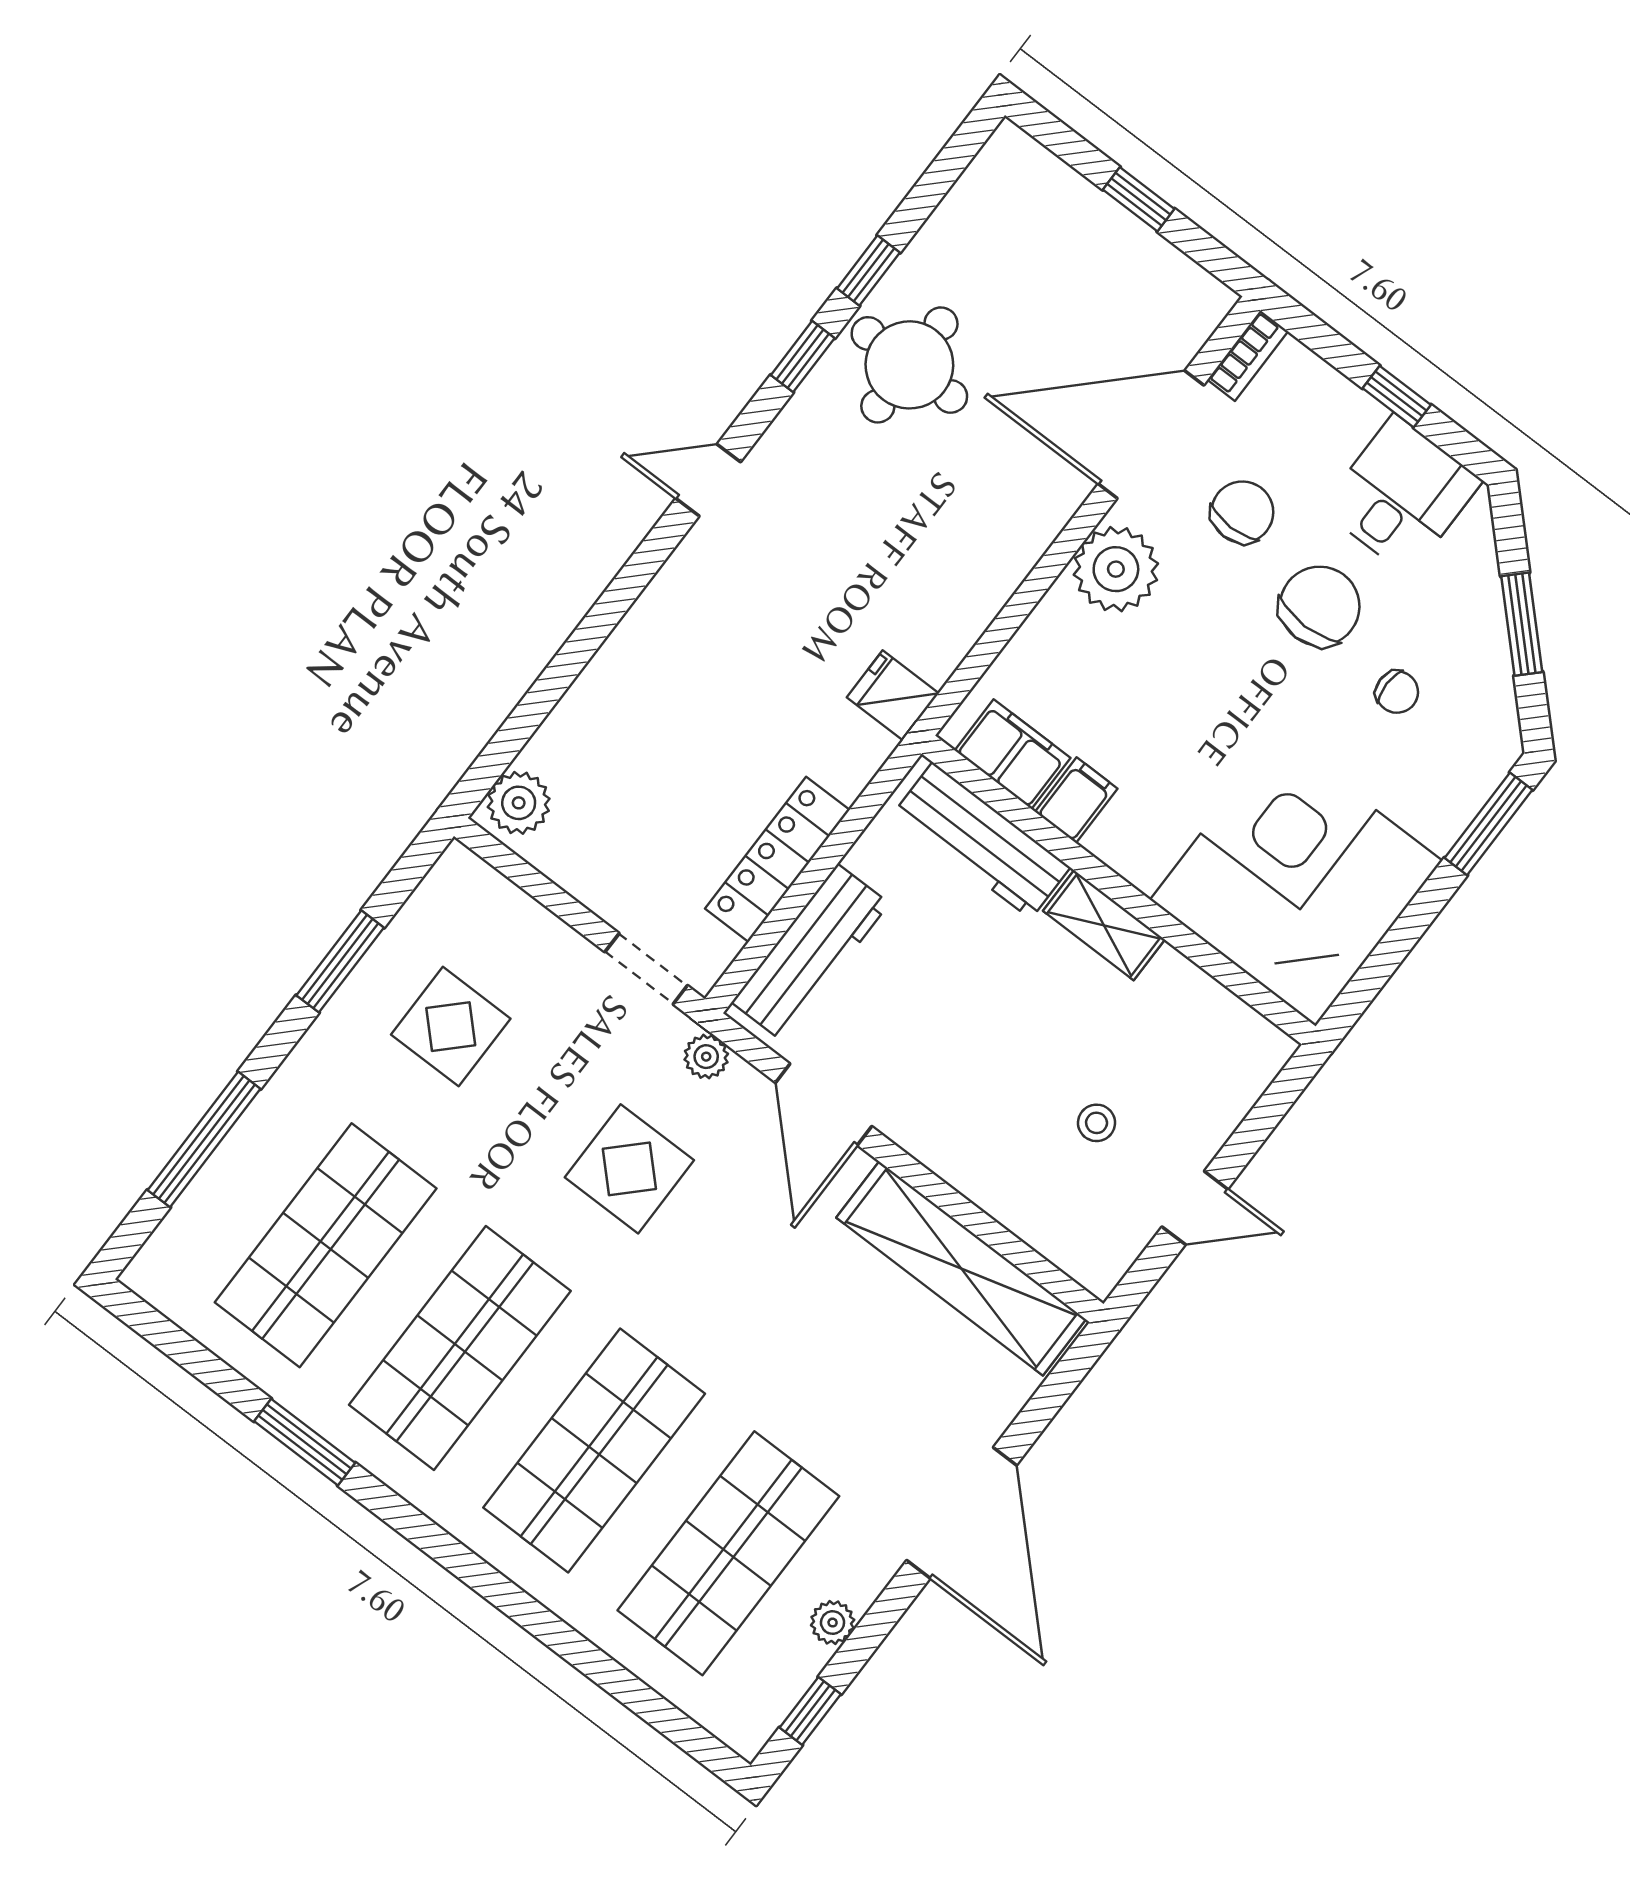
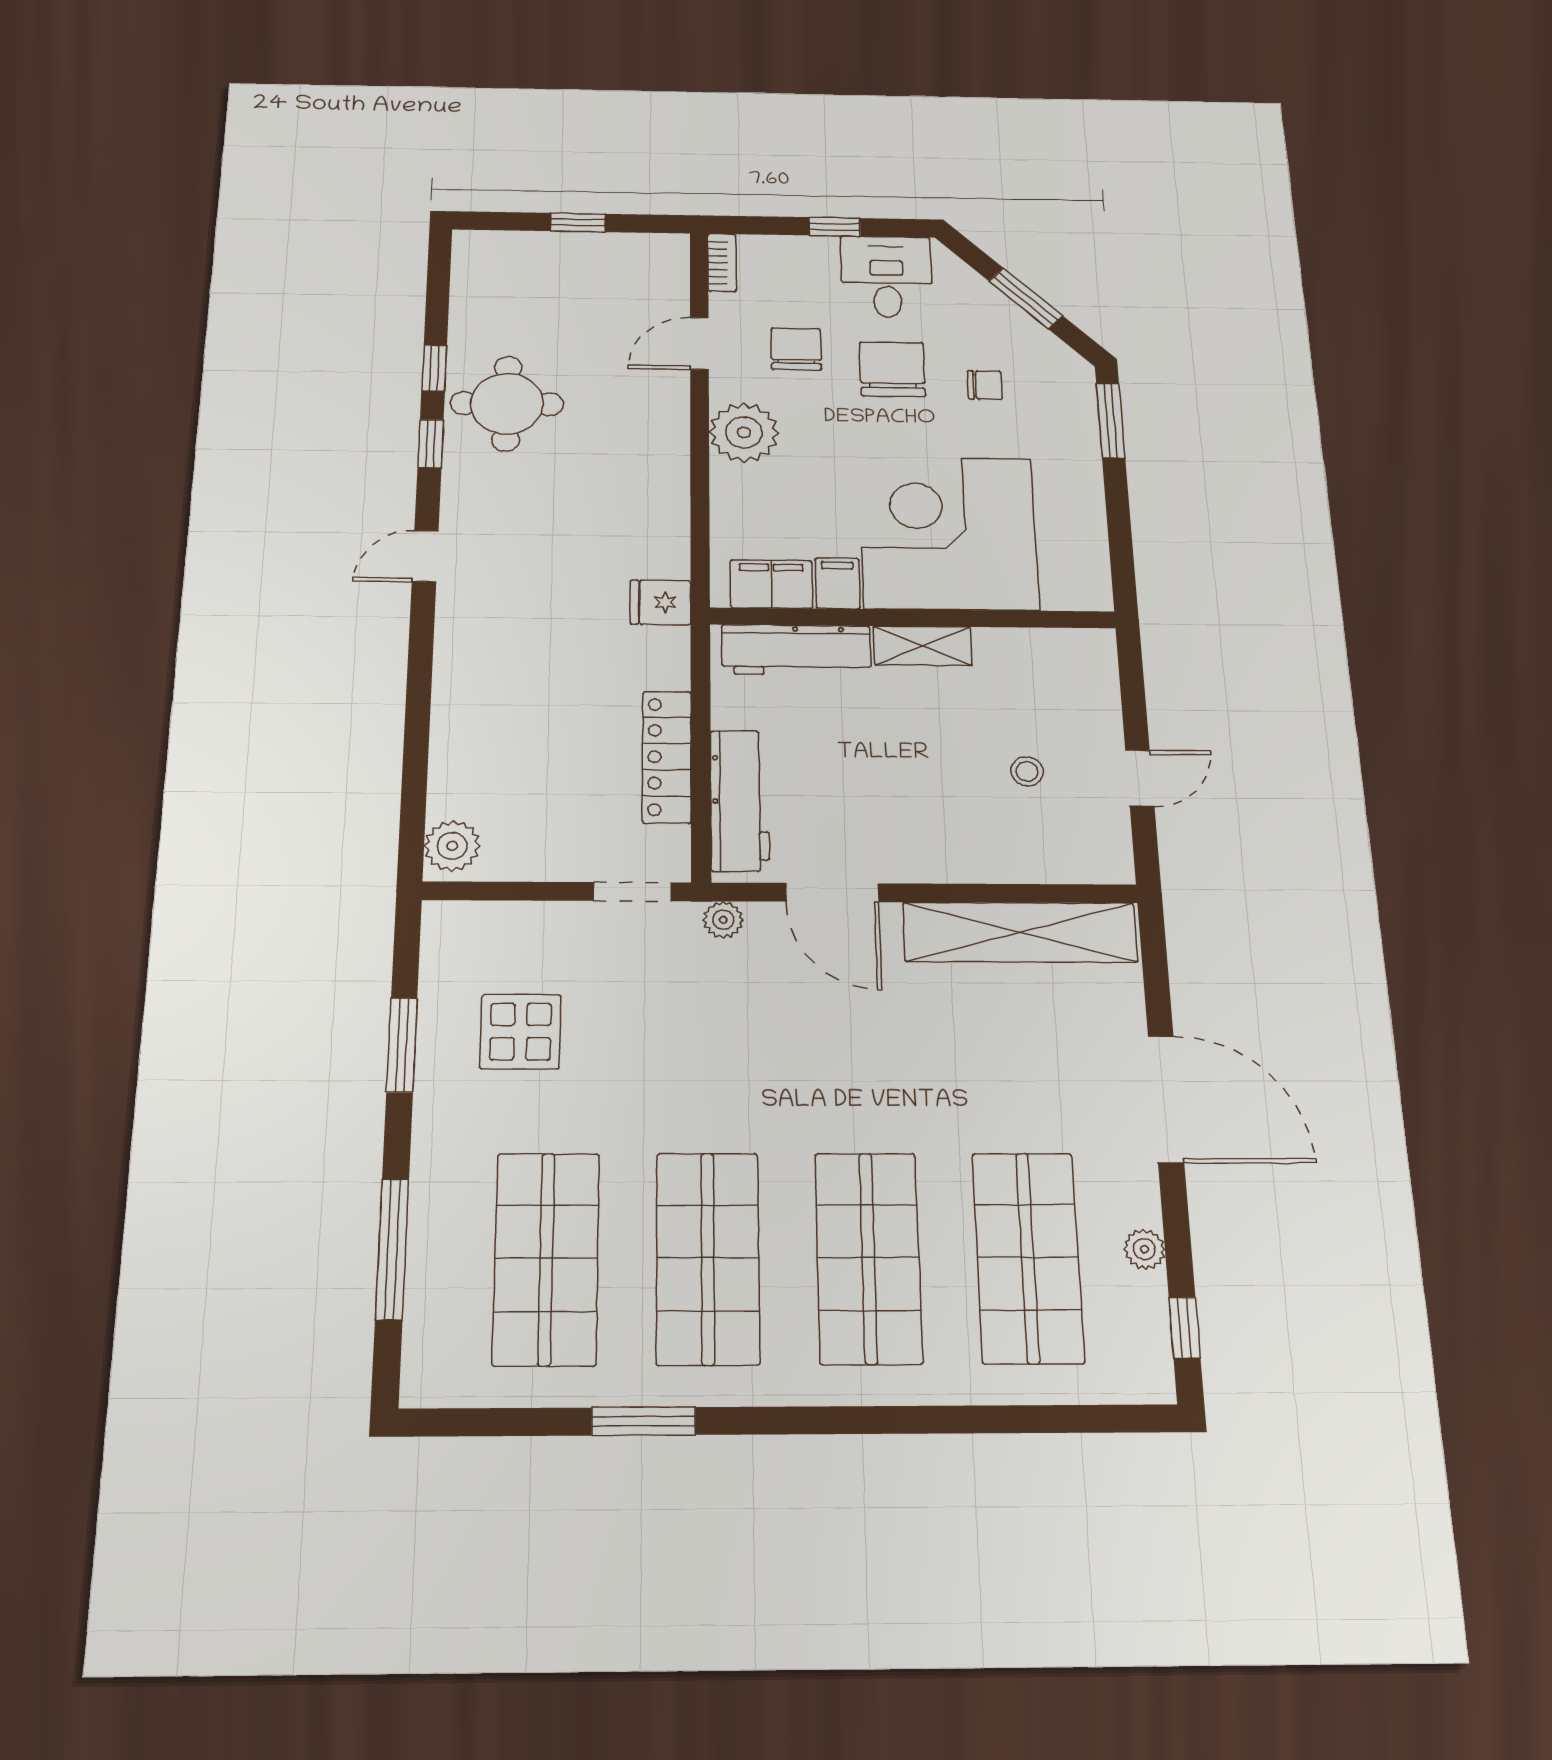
door: (1151, 435) -> (699, 343), width x0.53
corner desk: (1296, 880) -> (948, 533), moved
display table: (629, 1169) -> (731, 1036), removed

